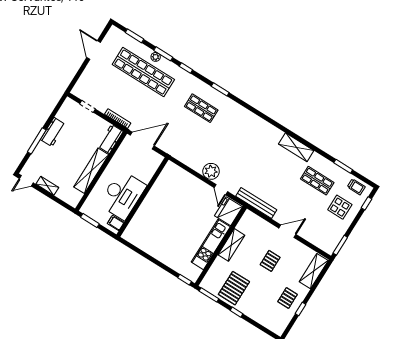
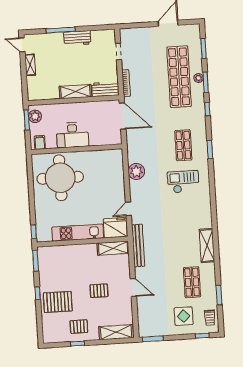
checkout: (231, 130) -> (183, 182), added
shelving: (91, 171) -> (75, 92), width x0.68
plant: (211, 171) -> (136, 171), moved
desk: (122, 195) -> (72, 135), width x0.73, depth x0.77
plant: (92, 212) -> (35, 116), added
round table: (156, 227) -> (60, 178), added
shelving: (231, 245) -> (113, 248), moved
pallet: (234, 288) -> (58, 302), moved

